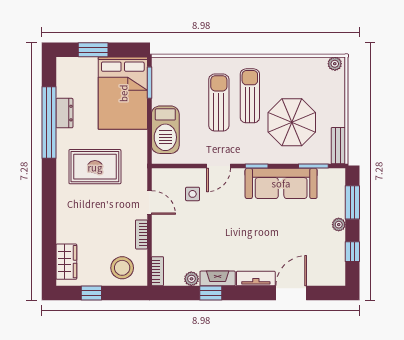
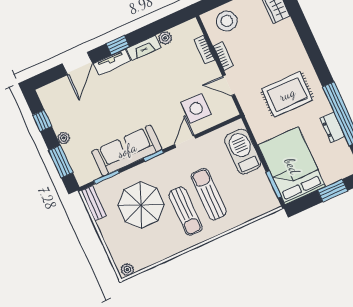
sun lounger: (219, 103) -> (209, 194), turned 180
side table: (193, 194) -> (196, 108), width x1.87, depth x1.87
bookcase: (157, 271) -> (204, 49), moved
window: (211, 293) -> (118, 45), moved

